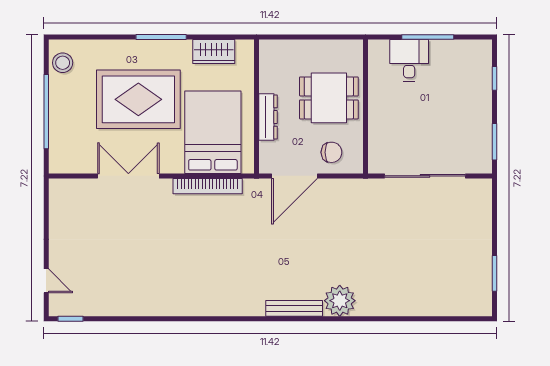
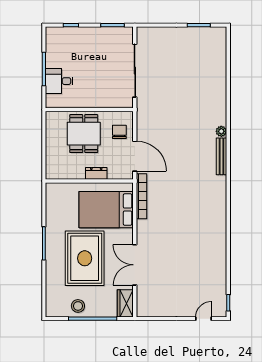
wardrobe: (214, 52) -> (125, 303), moved, turned 180
stool: (63, 63) -> (78, 306), moved
dresser: (268, 117) -> (96, 173), width x0.70
bookcase: (208, 186) -> (141, 196), moved
plant: (340, 301) -> (221, 131), width x0.53, depth x0.53

